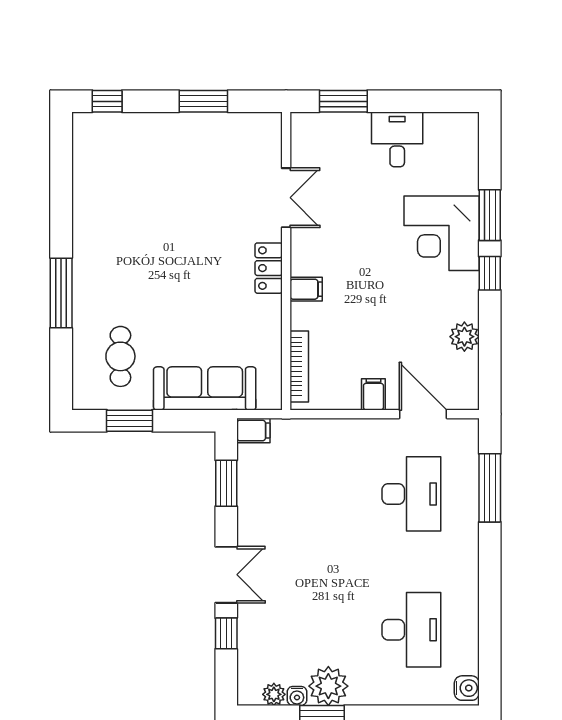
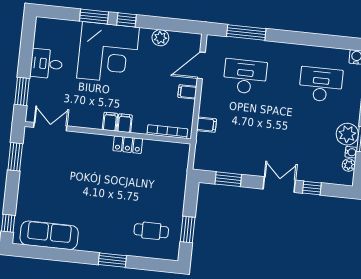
window: (203, 101) -> (15, 157), moved
double door: (286, 198) -> (50, 127), moved
corner desk: (442, 233) -> (108, 53), width x1.36, depth x1.36
filing cabinet: (306, 263) -> (110, 122), added
locker: (269, 268) -> (128, 145), moved
window: (61, 293) -> (112, 260), width x0.69
sofa: (205, 388) -> (49, 235), moved, turned 90
filing cabinet: (253, 431) -> (207, 125), moved, turned 90

